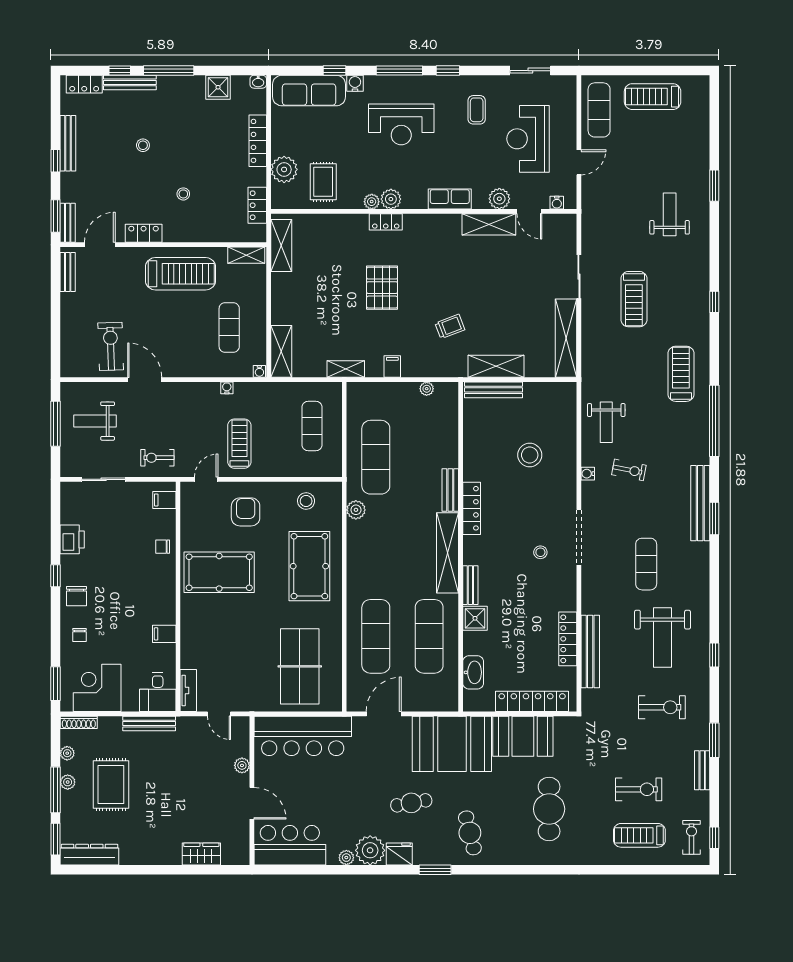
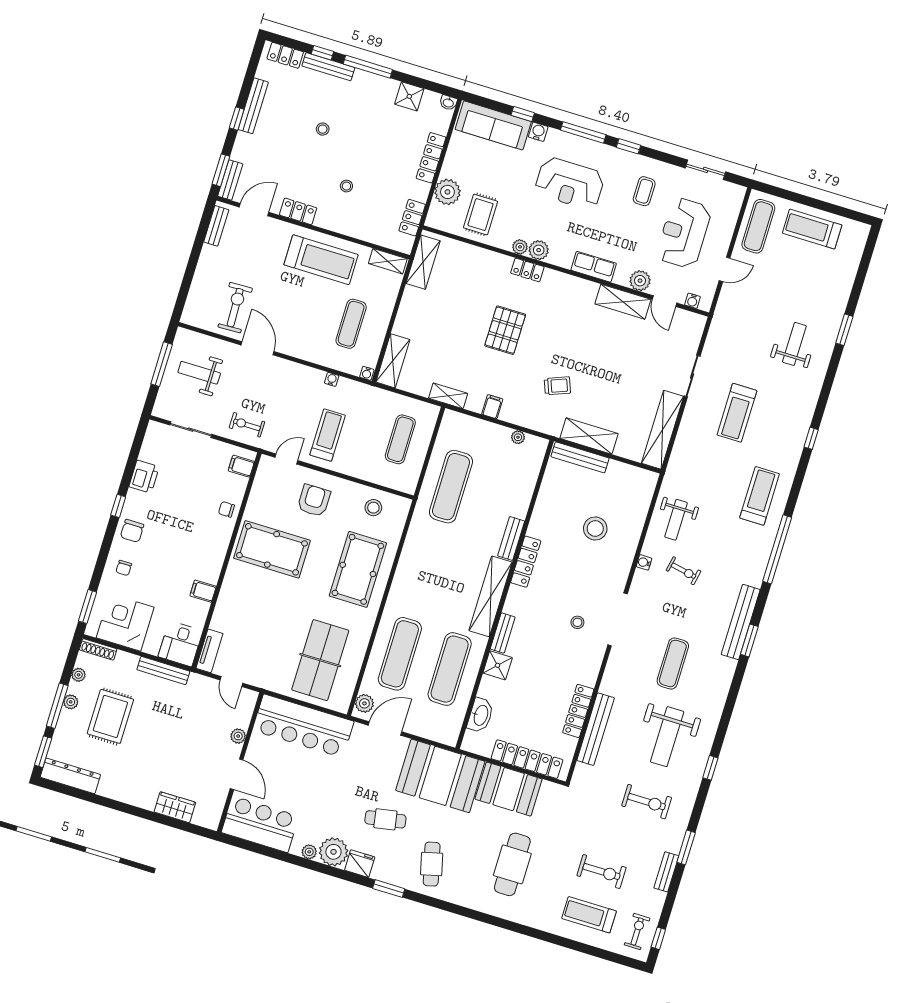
plant: (356, 510) -> (364, 703), moved

